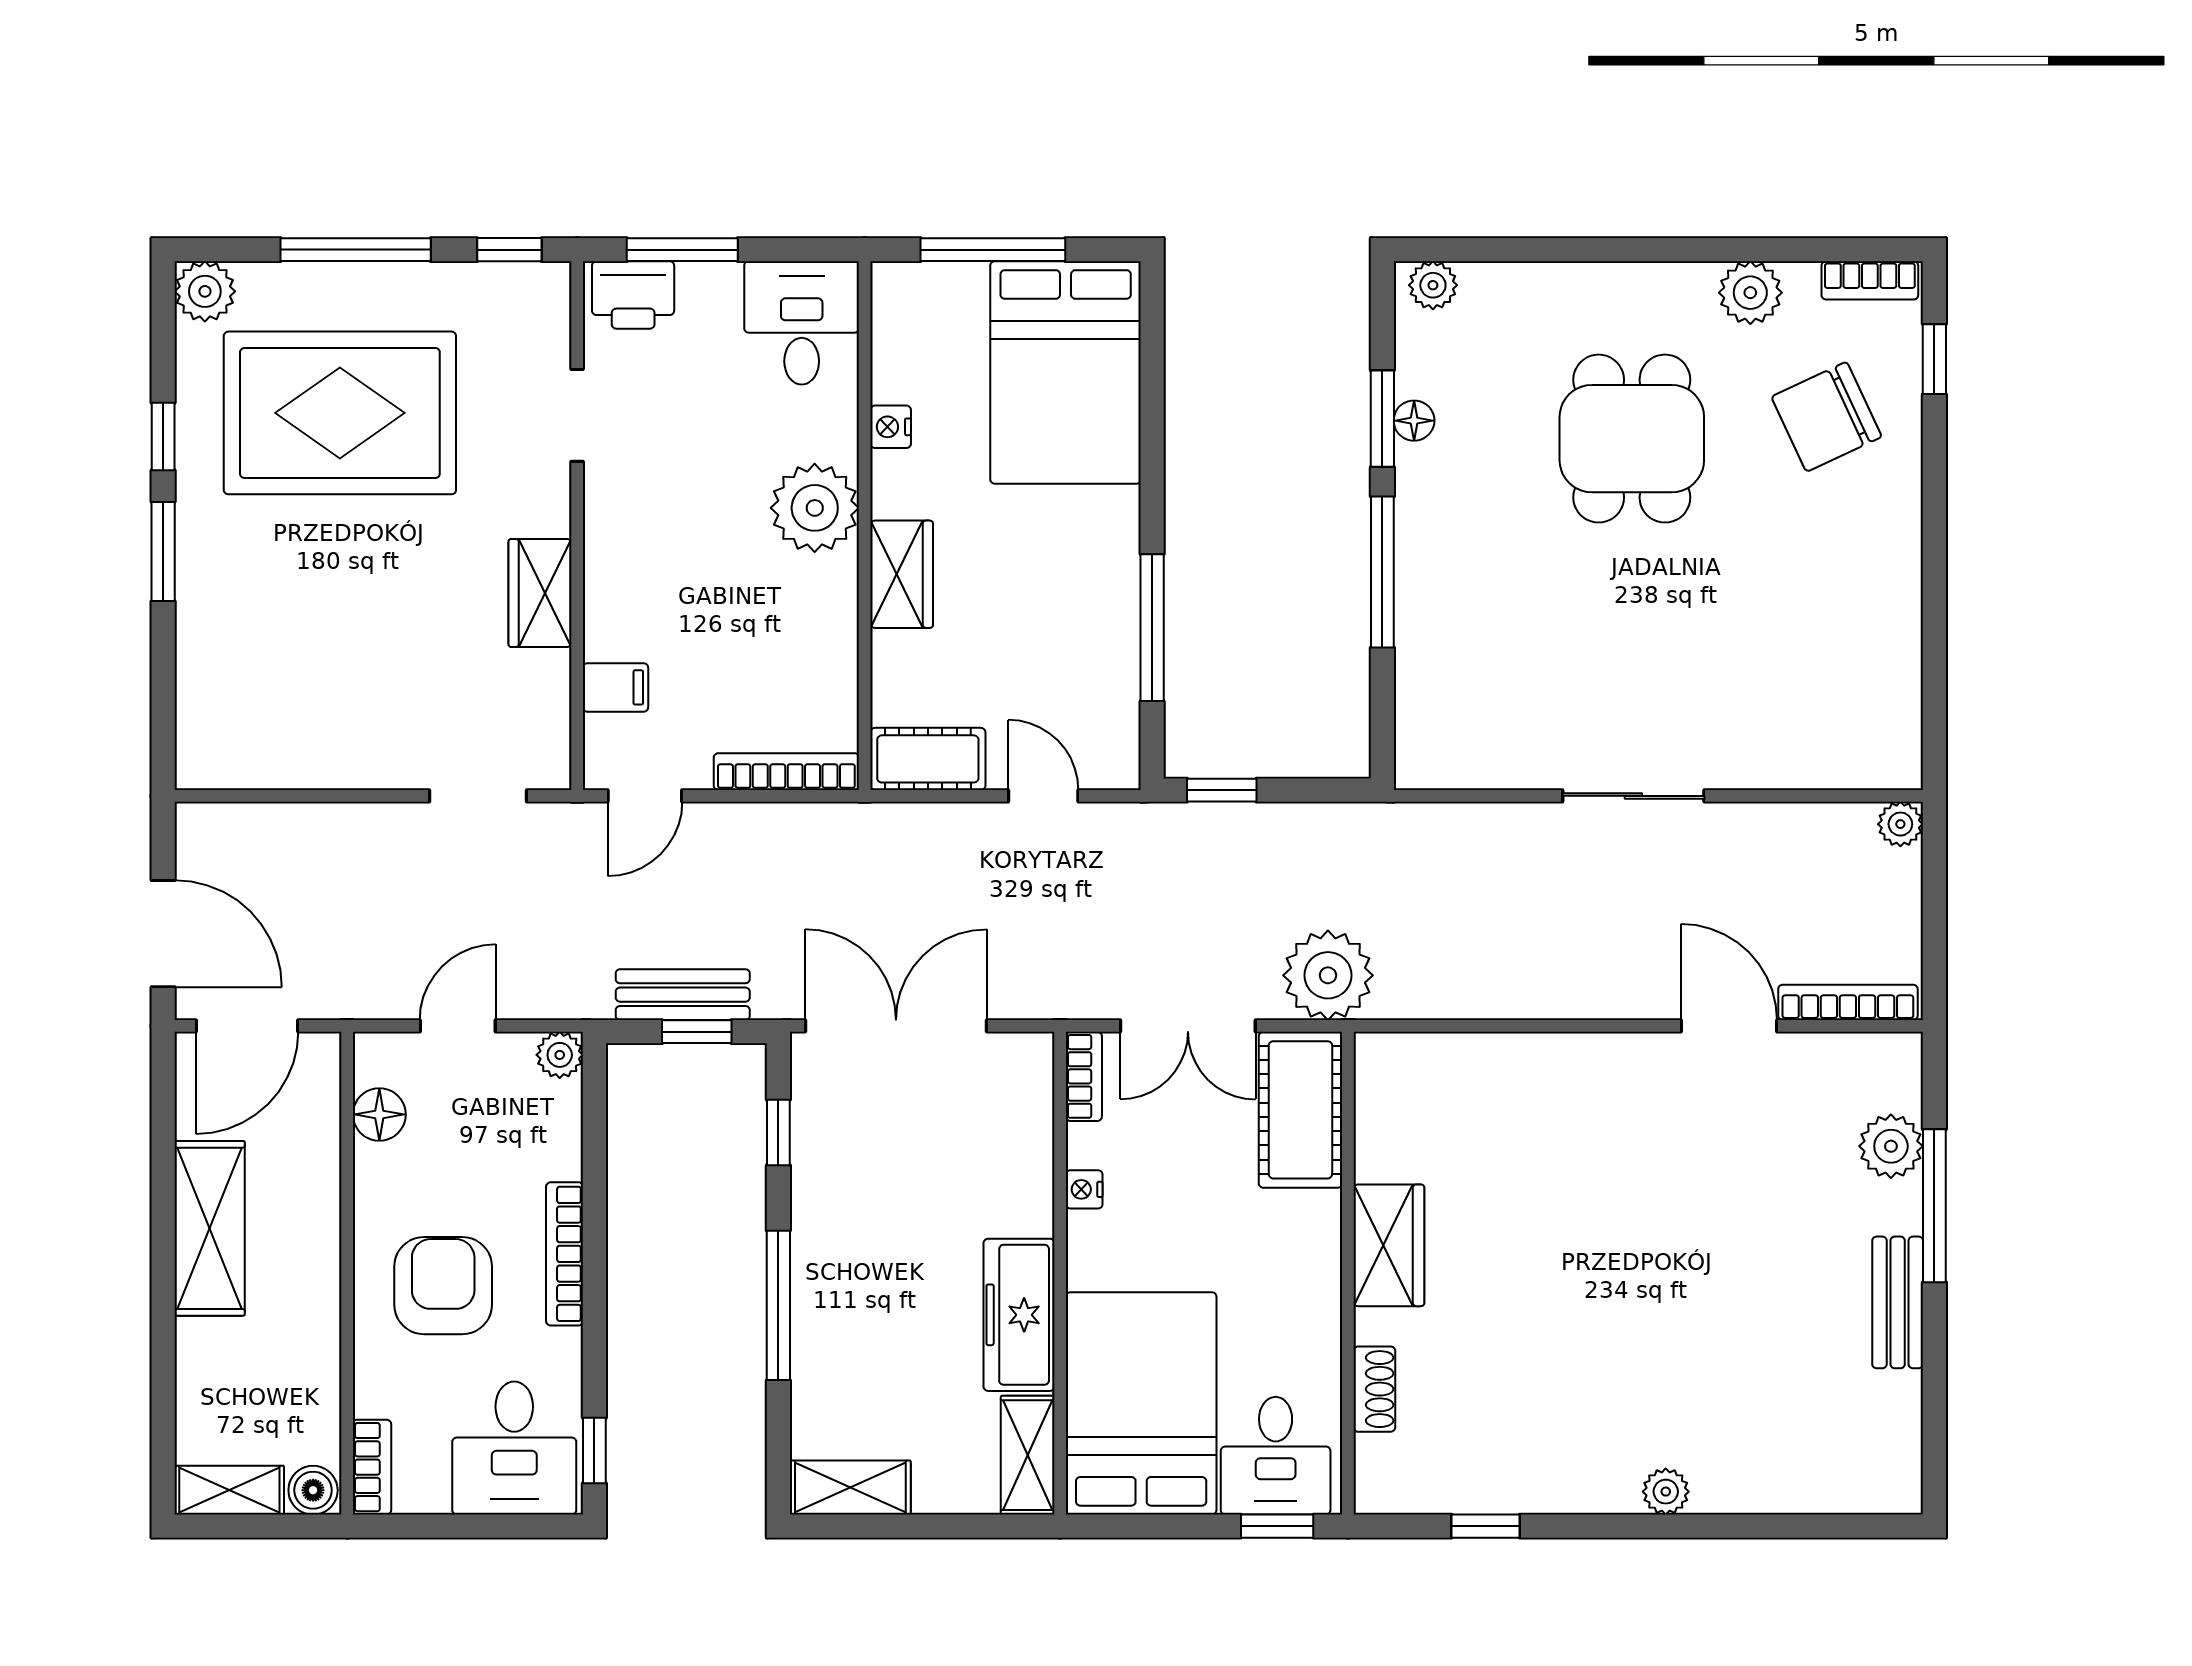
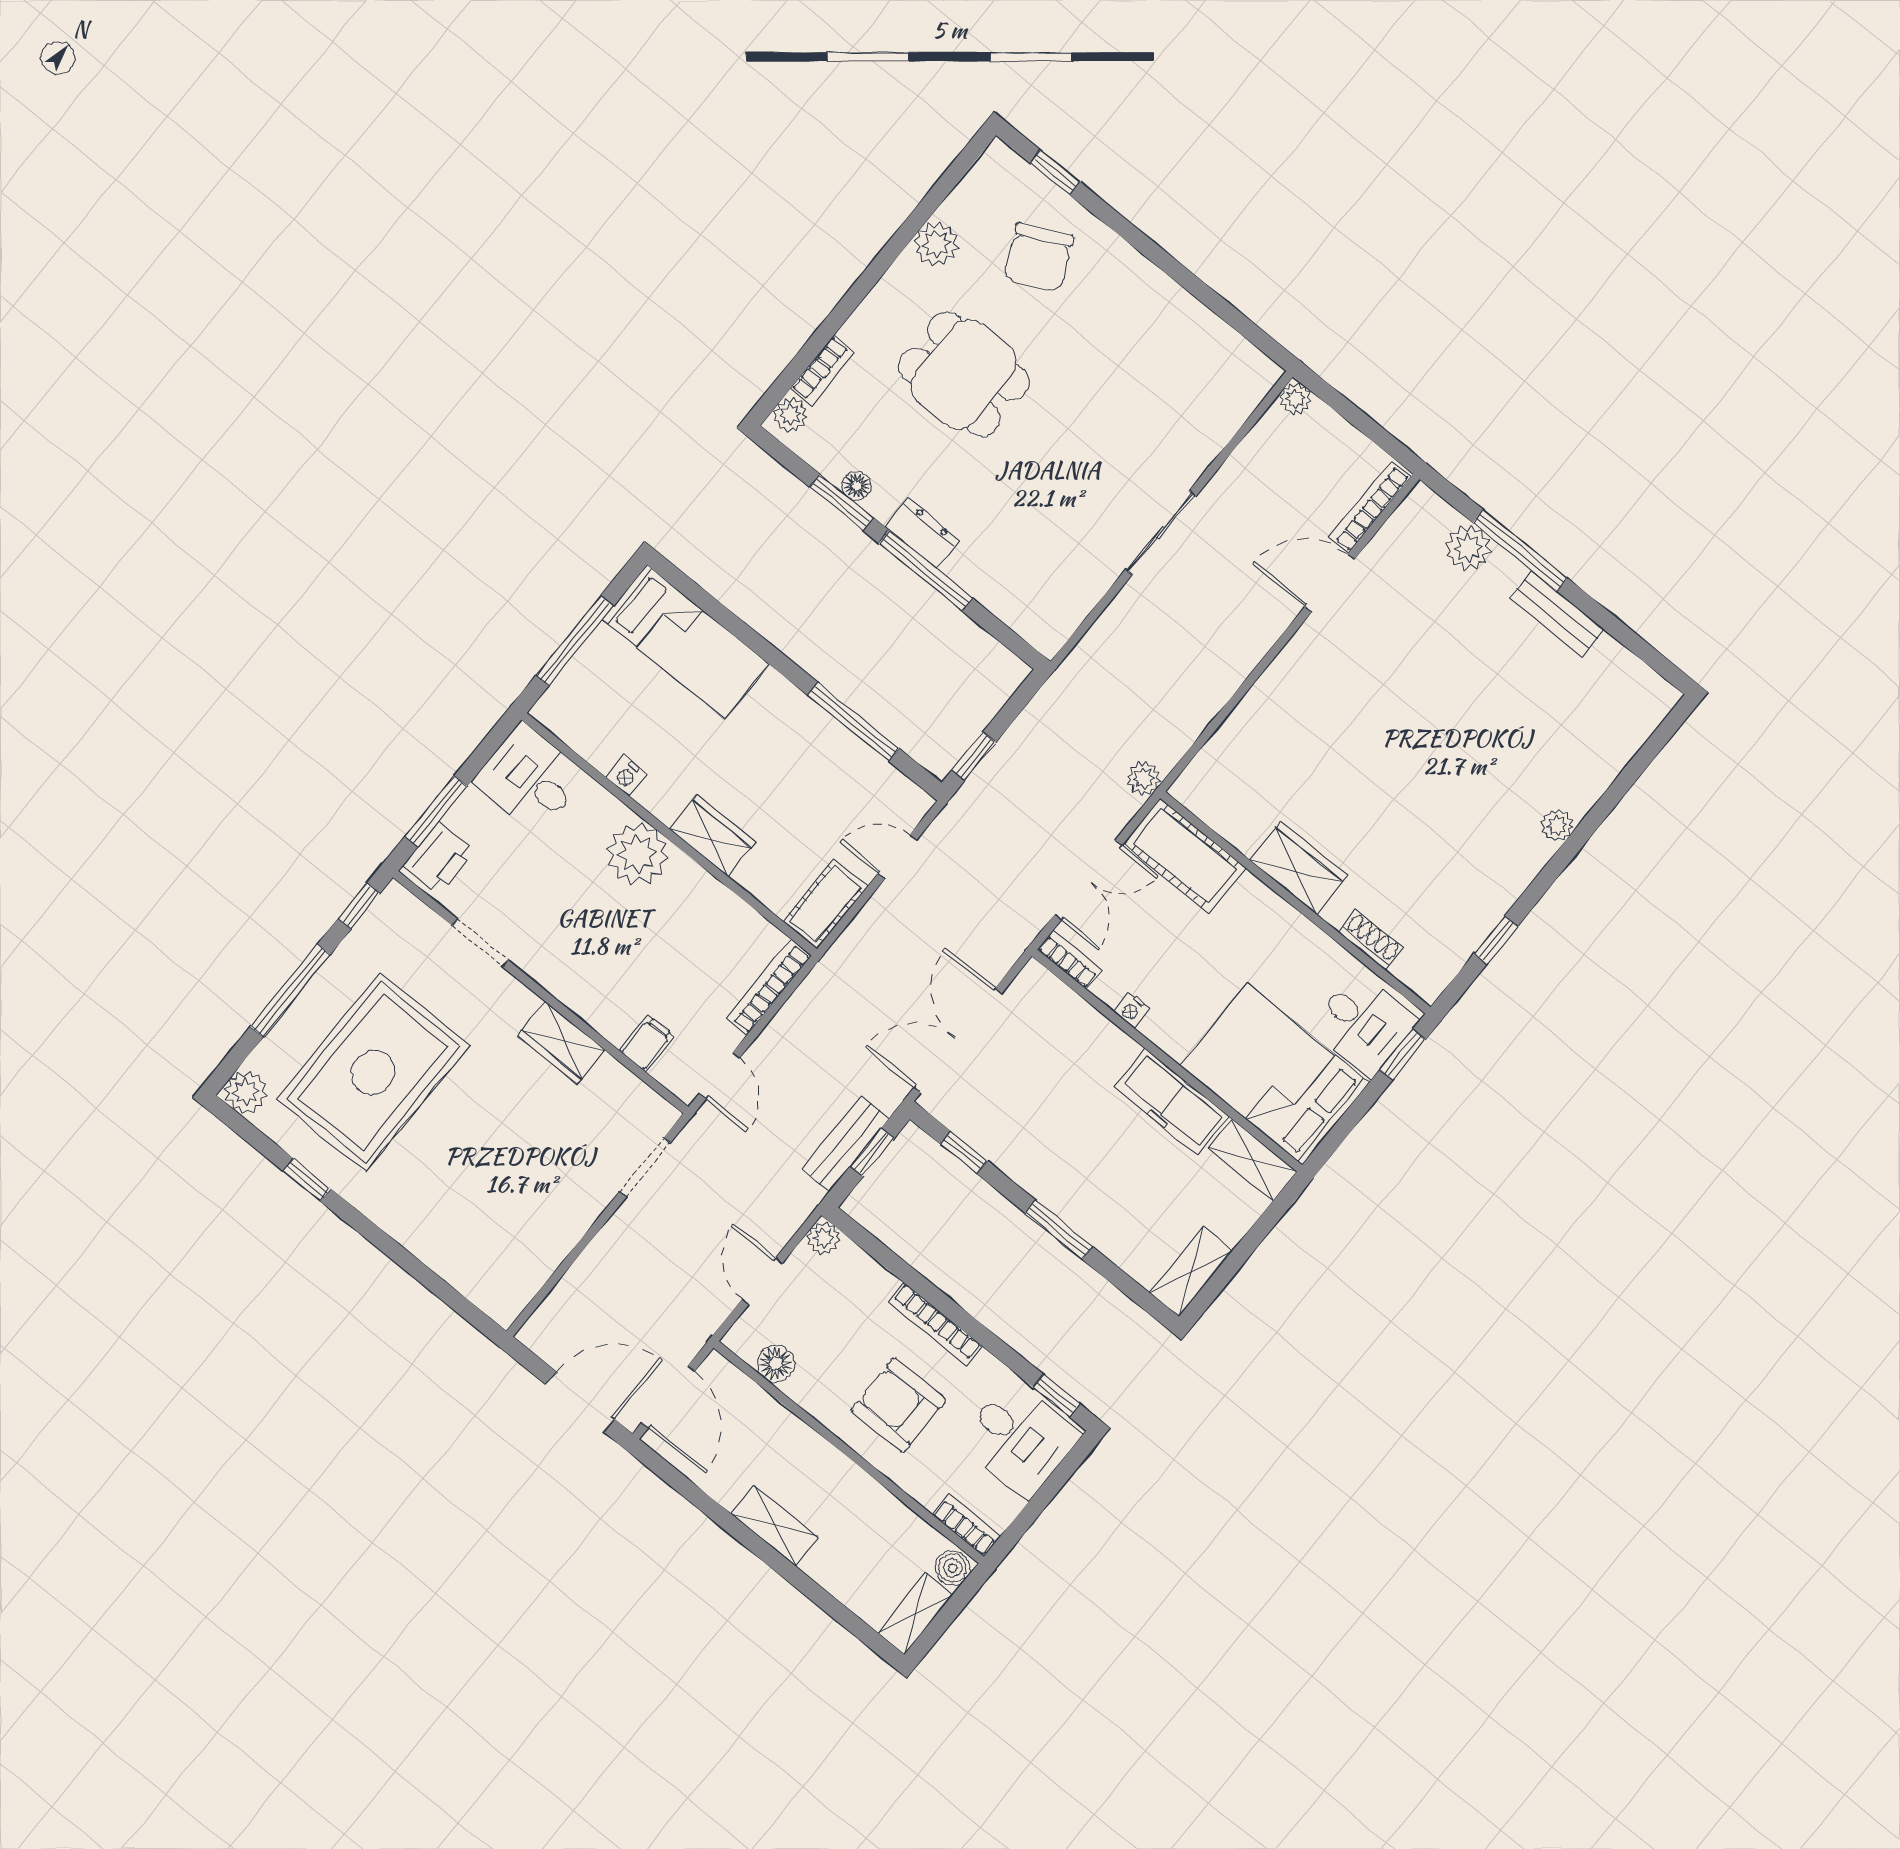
bookcase: (1870, 280) -> (822, 370), moved
bed: (1066, 372) -> (686, 642), width x0.67
dresser: (1420, 535) -> (923, 534), added
window: (163, 551) -> (370, 1231), removed
plant: (1328, 975) -> (1144, 778), width x0.53, depth x0.53
shelving: (210, 1228) -> (775, 1526), width x0.67, depth x0.75
window: (778, 1305) -> (1059, 1230), width x0.69

